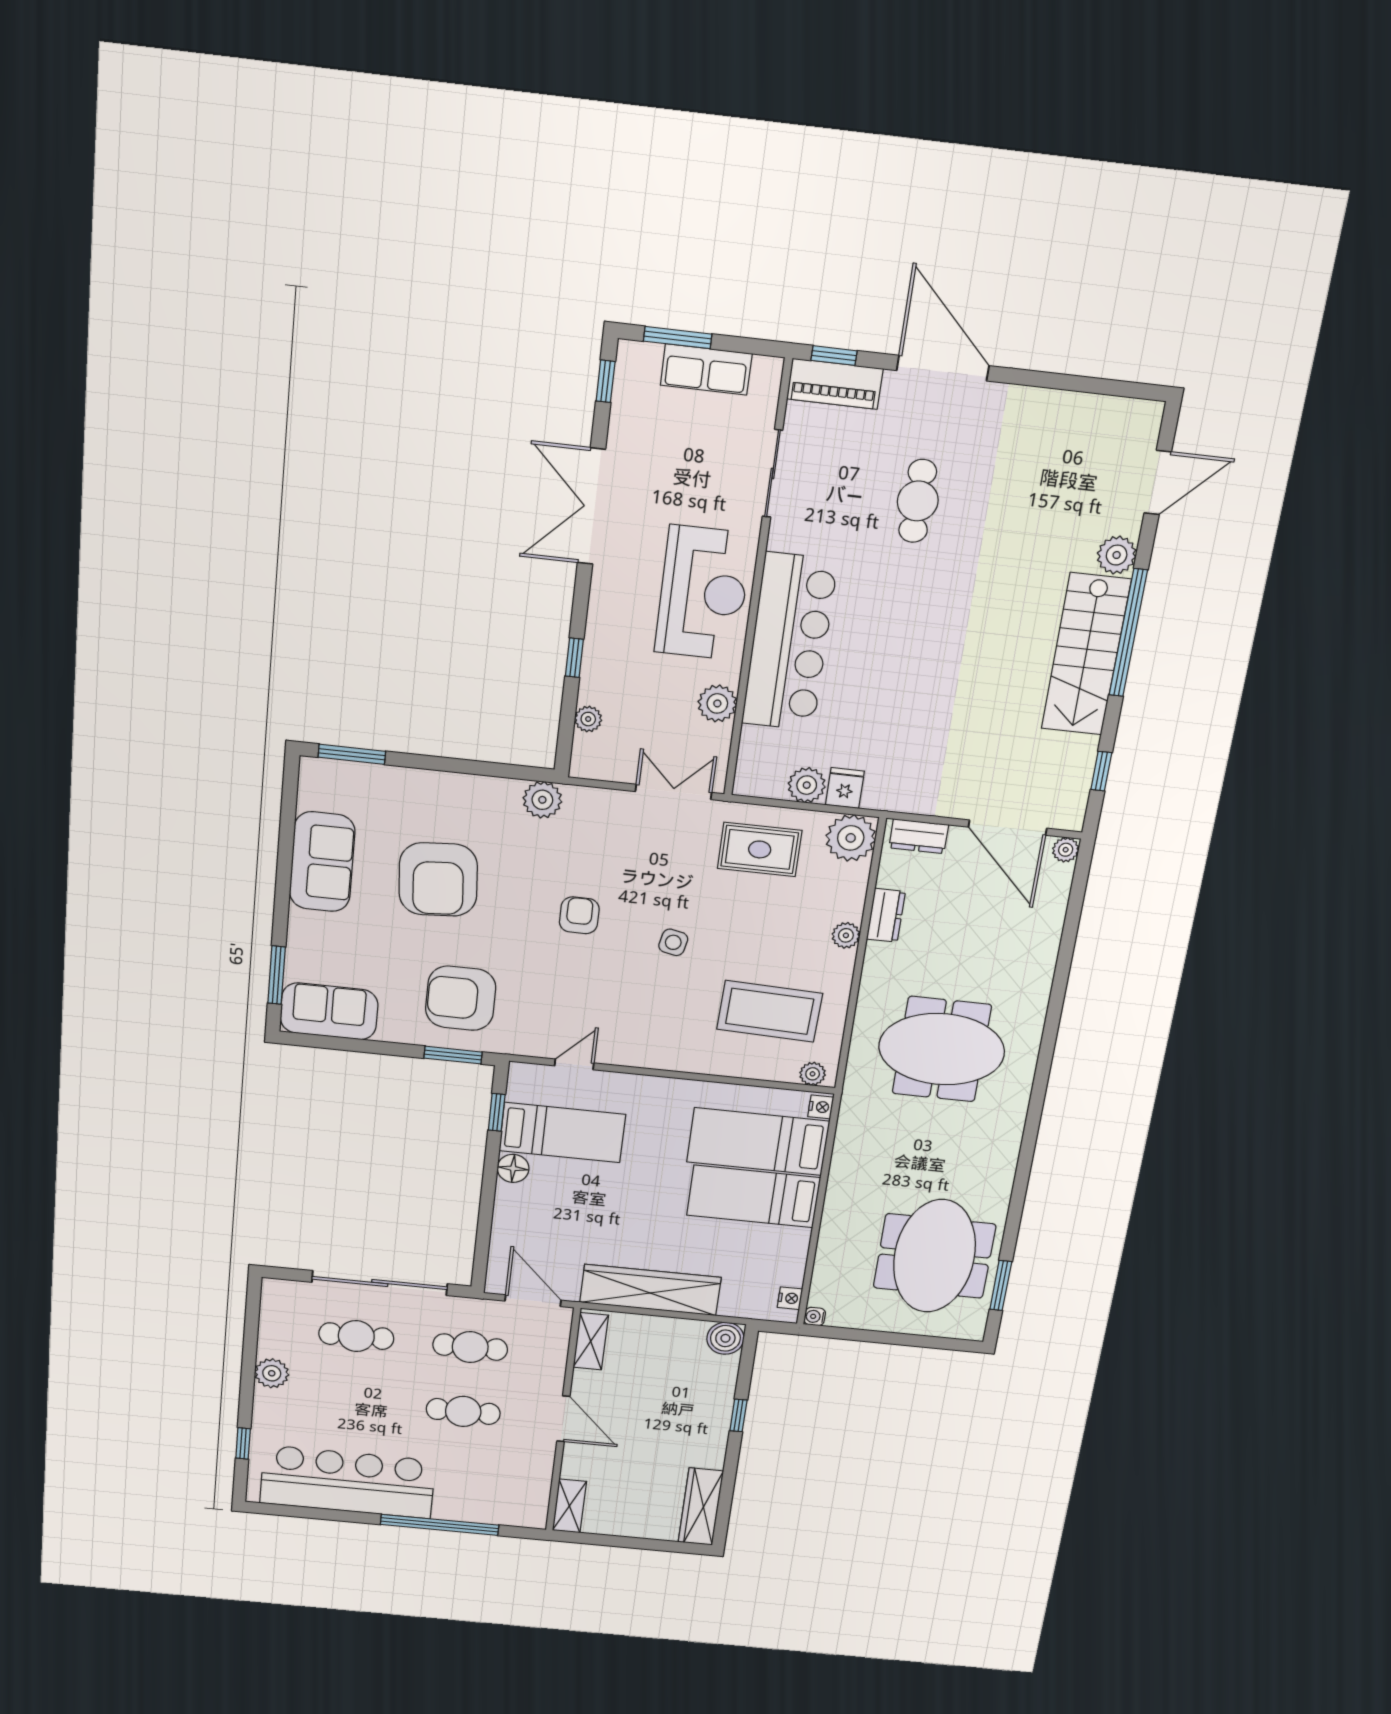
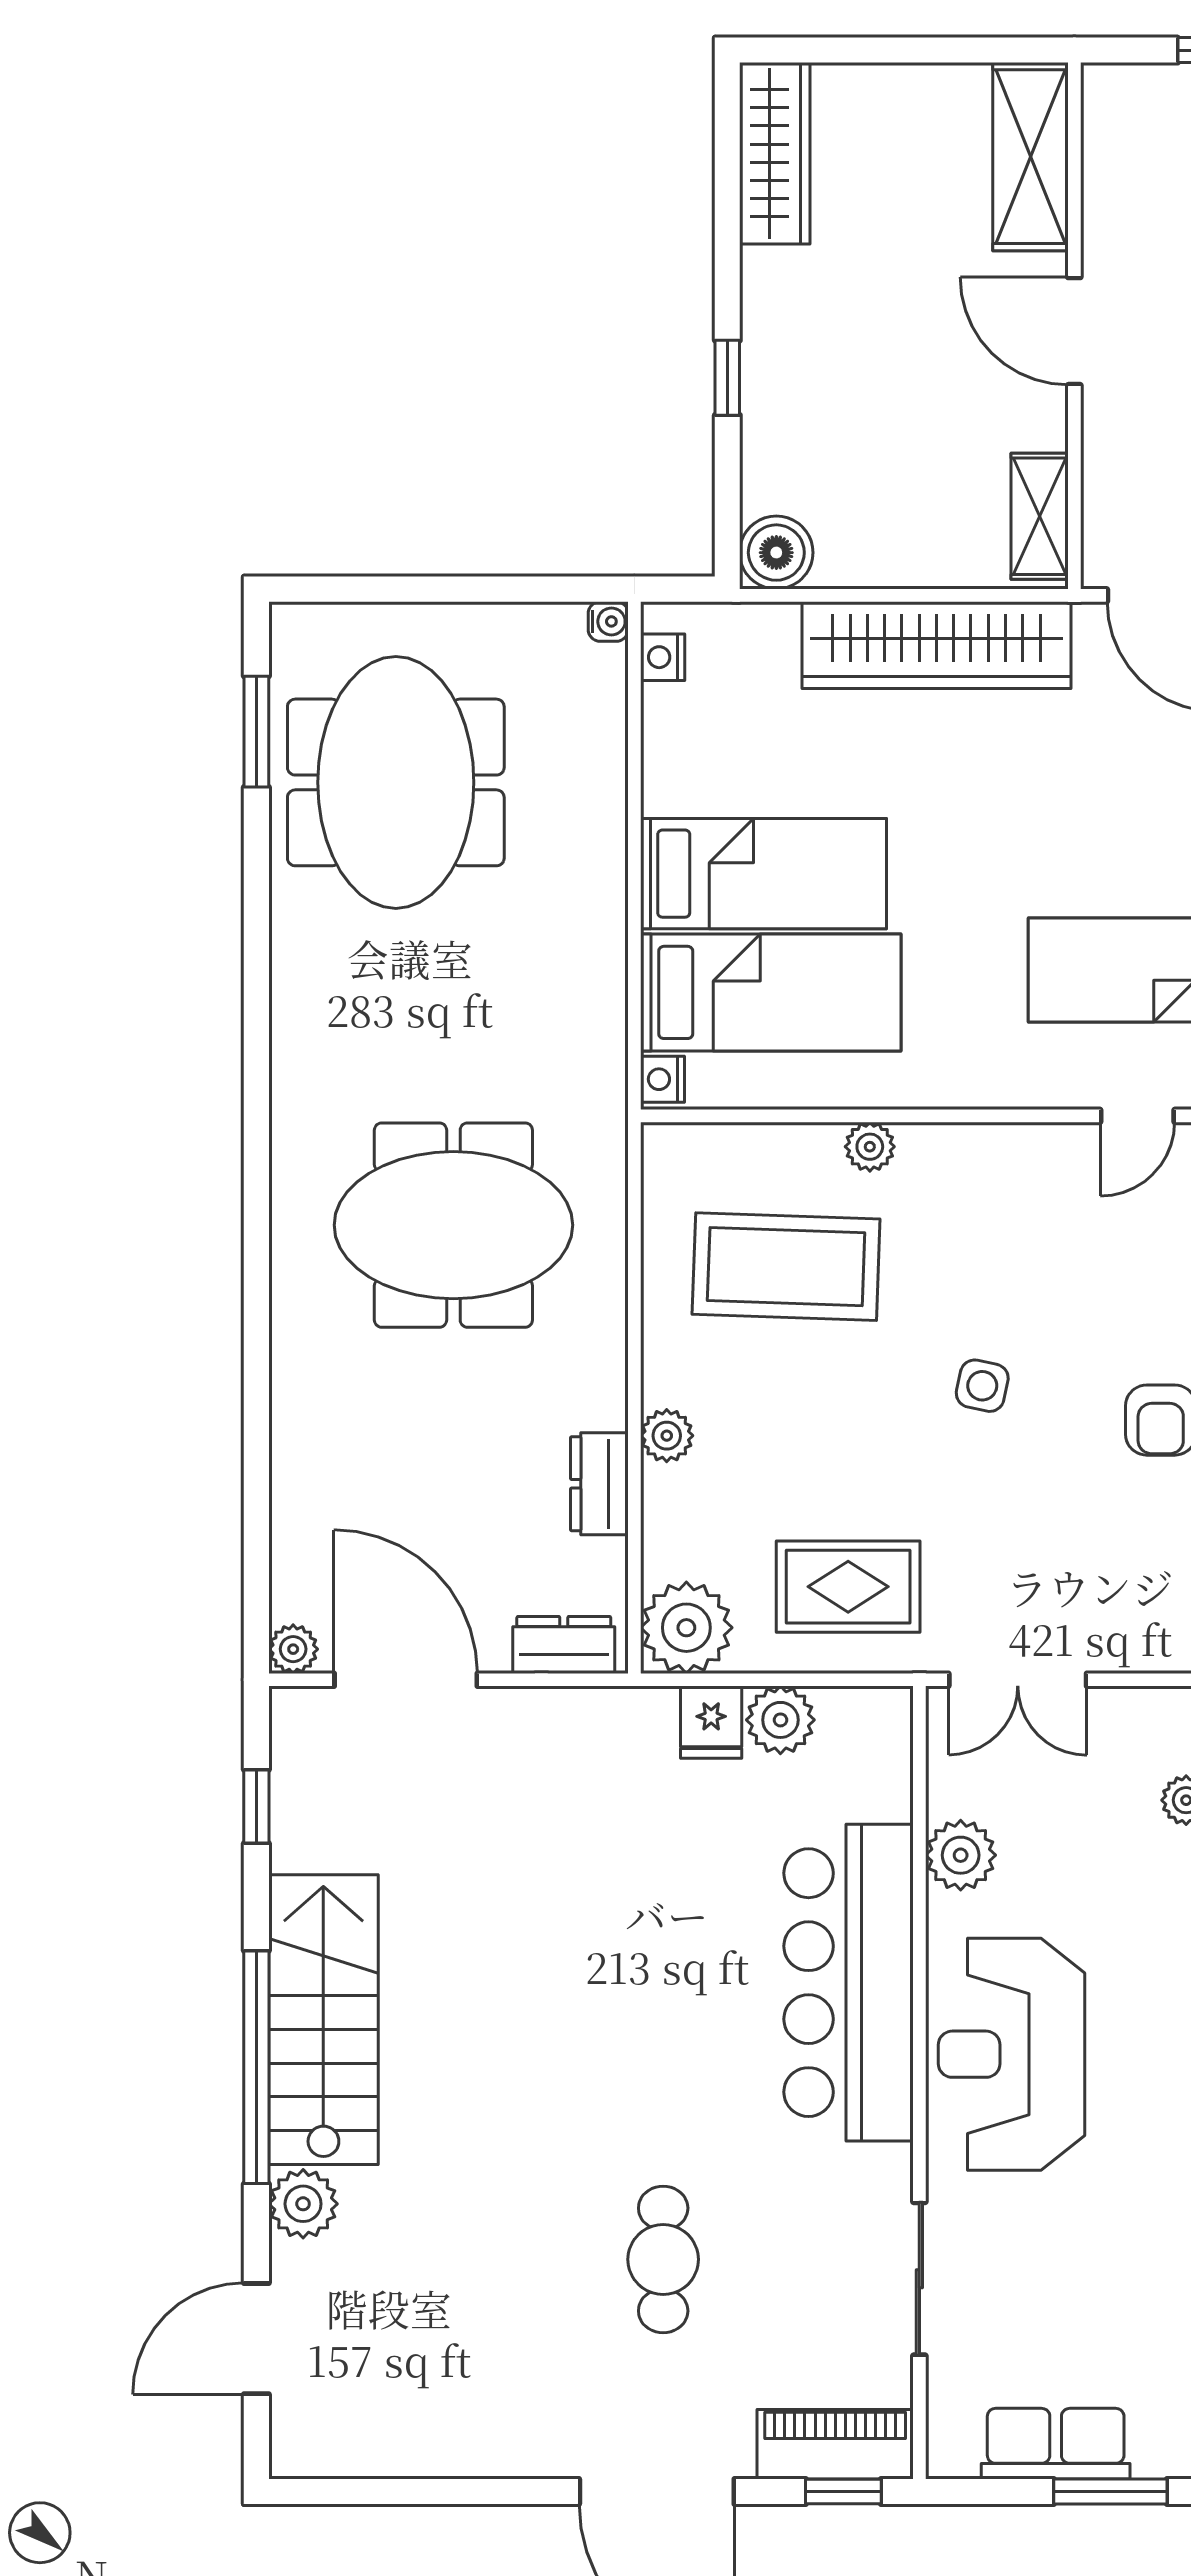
plant: (813, 1074) -> (870, 1147), moved
shelving: (569, 1506) -> (1030, 157), width x1.50, depth x1.33

